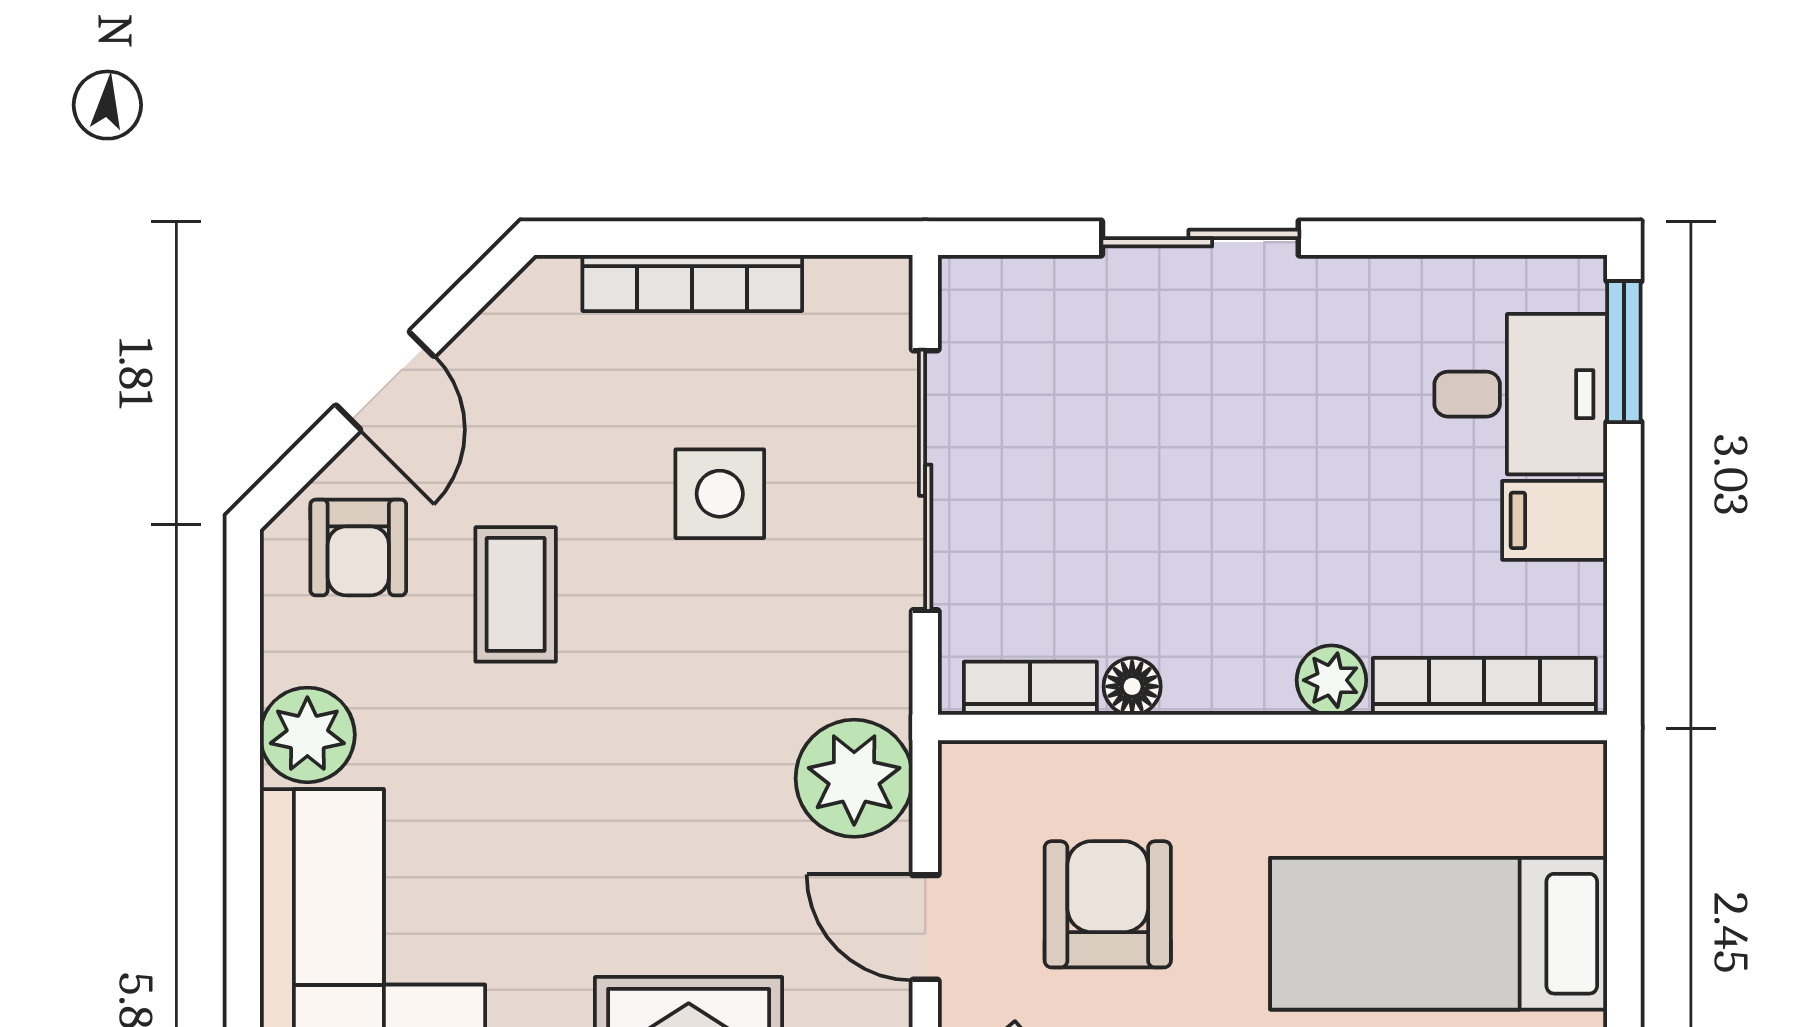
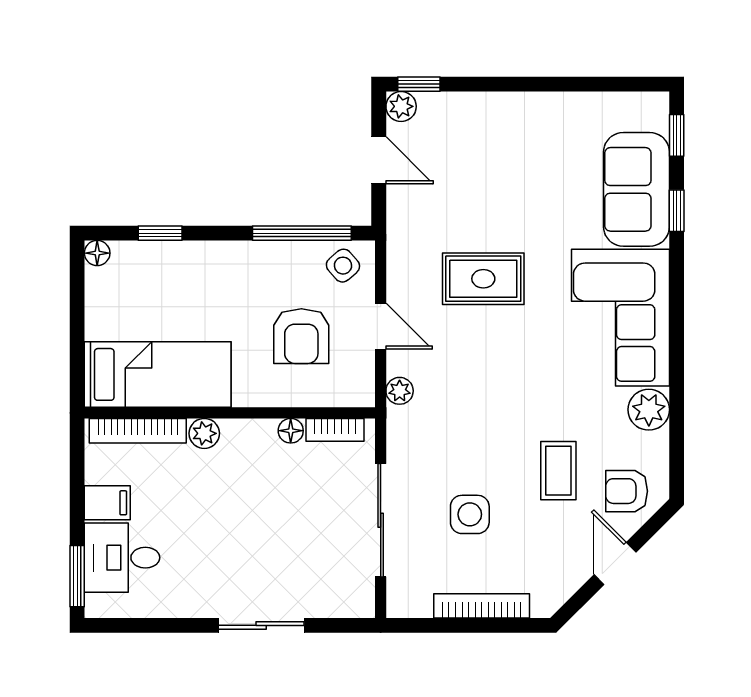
armchair: (358, 547) -> (627, 491), turned -90
plant: (854, 778) -> (400, 391), width x0.53, depth x0.53
bed: (1439, 934) -> (158, 374), moved

